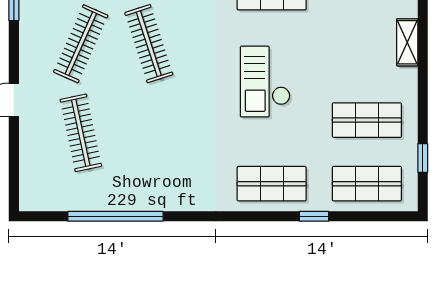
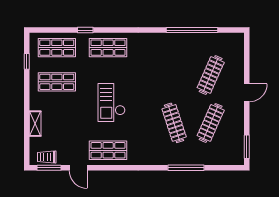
checkout: (265, 82) -> (112, 103), turned 180
clothes rail: (81, 133) -> (211, 75), turned 36

